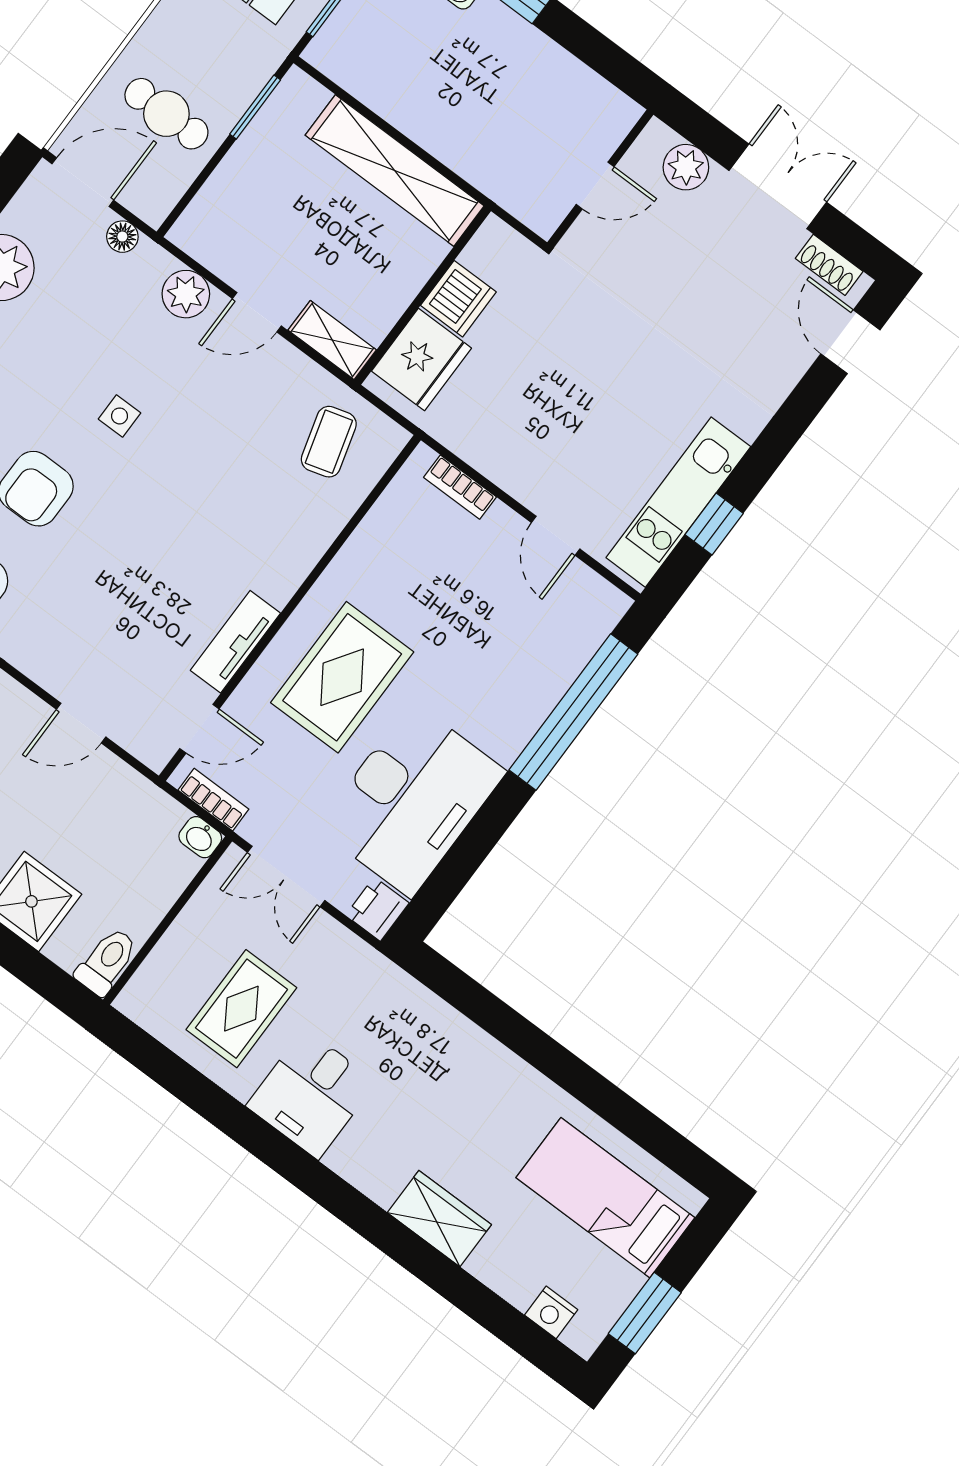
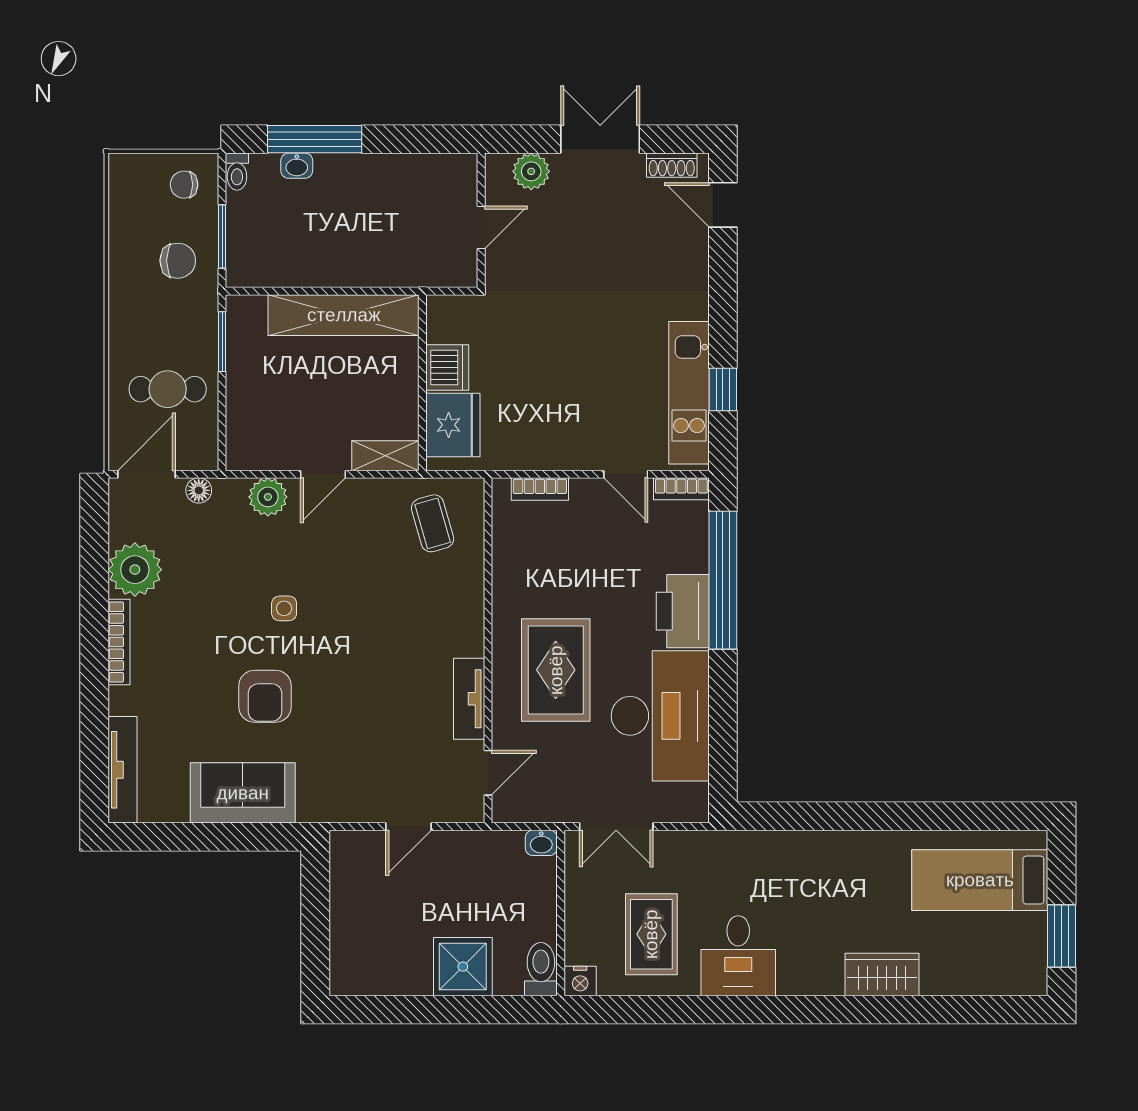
bookcase: (213, 800) -> (681, 489), moved, turned 180
printer: (377, 909) -> (683, 611), moved, width x1.87, depth x1.48
nightstand: (551, 1312) -> (580, 981), moved

